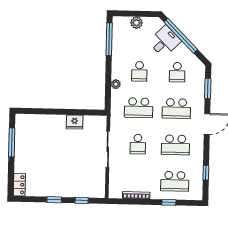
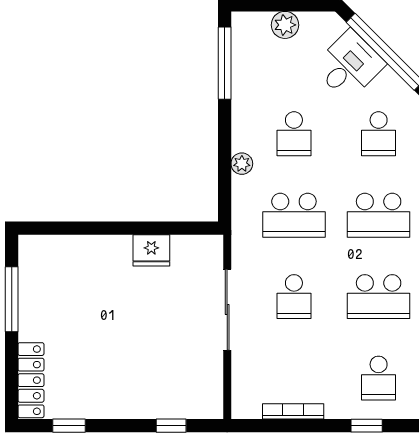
school desk: (175, 181) -> (379, 378), width x0.54
locker: (19, 185) -> (31, 380), width x1.53
window: (54, 200) -> (69, 426), moved

